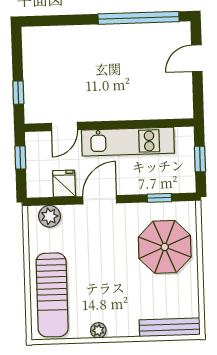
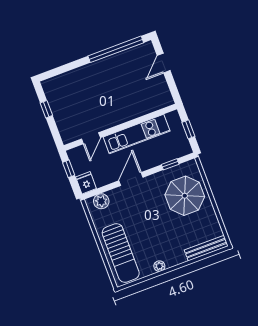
window: (18, 93) -> (46, 109), moved
fridge: (64, 184) -> (86, 183), moved

